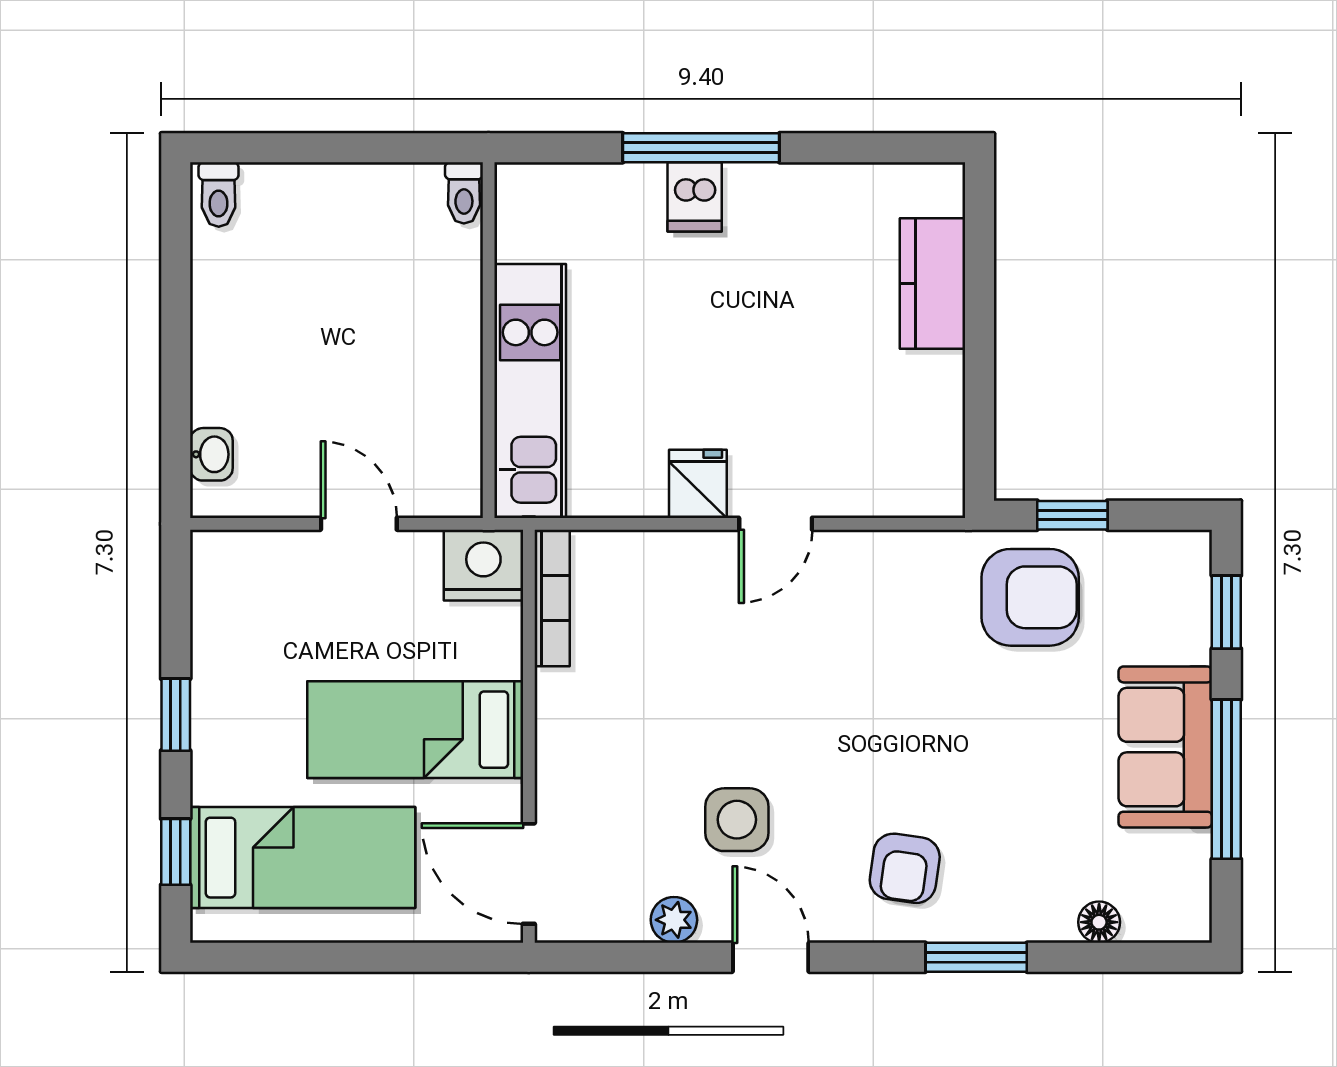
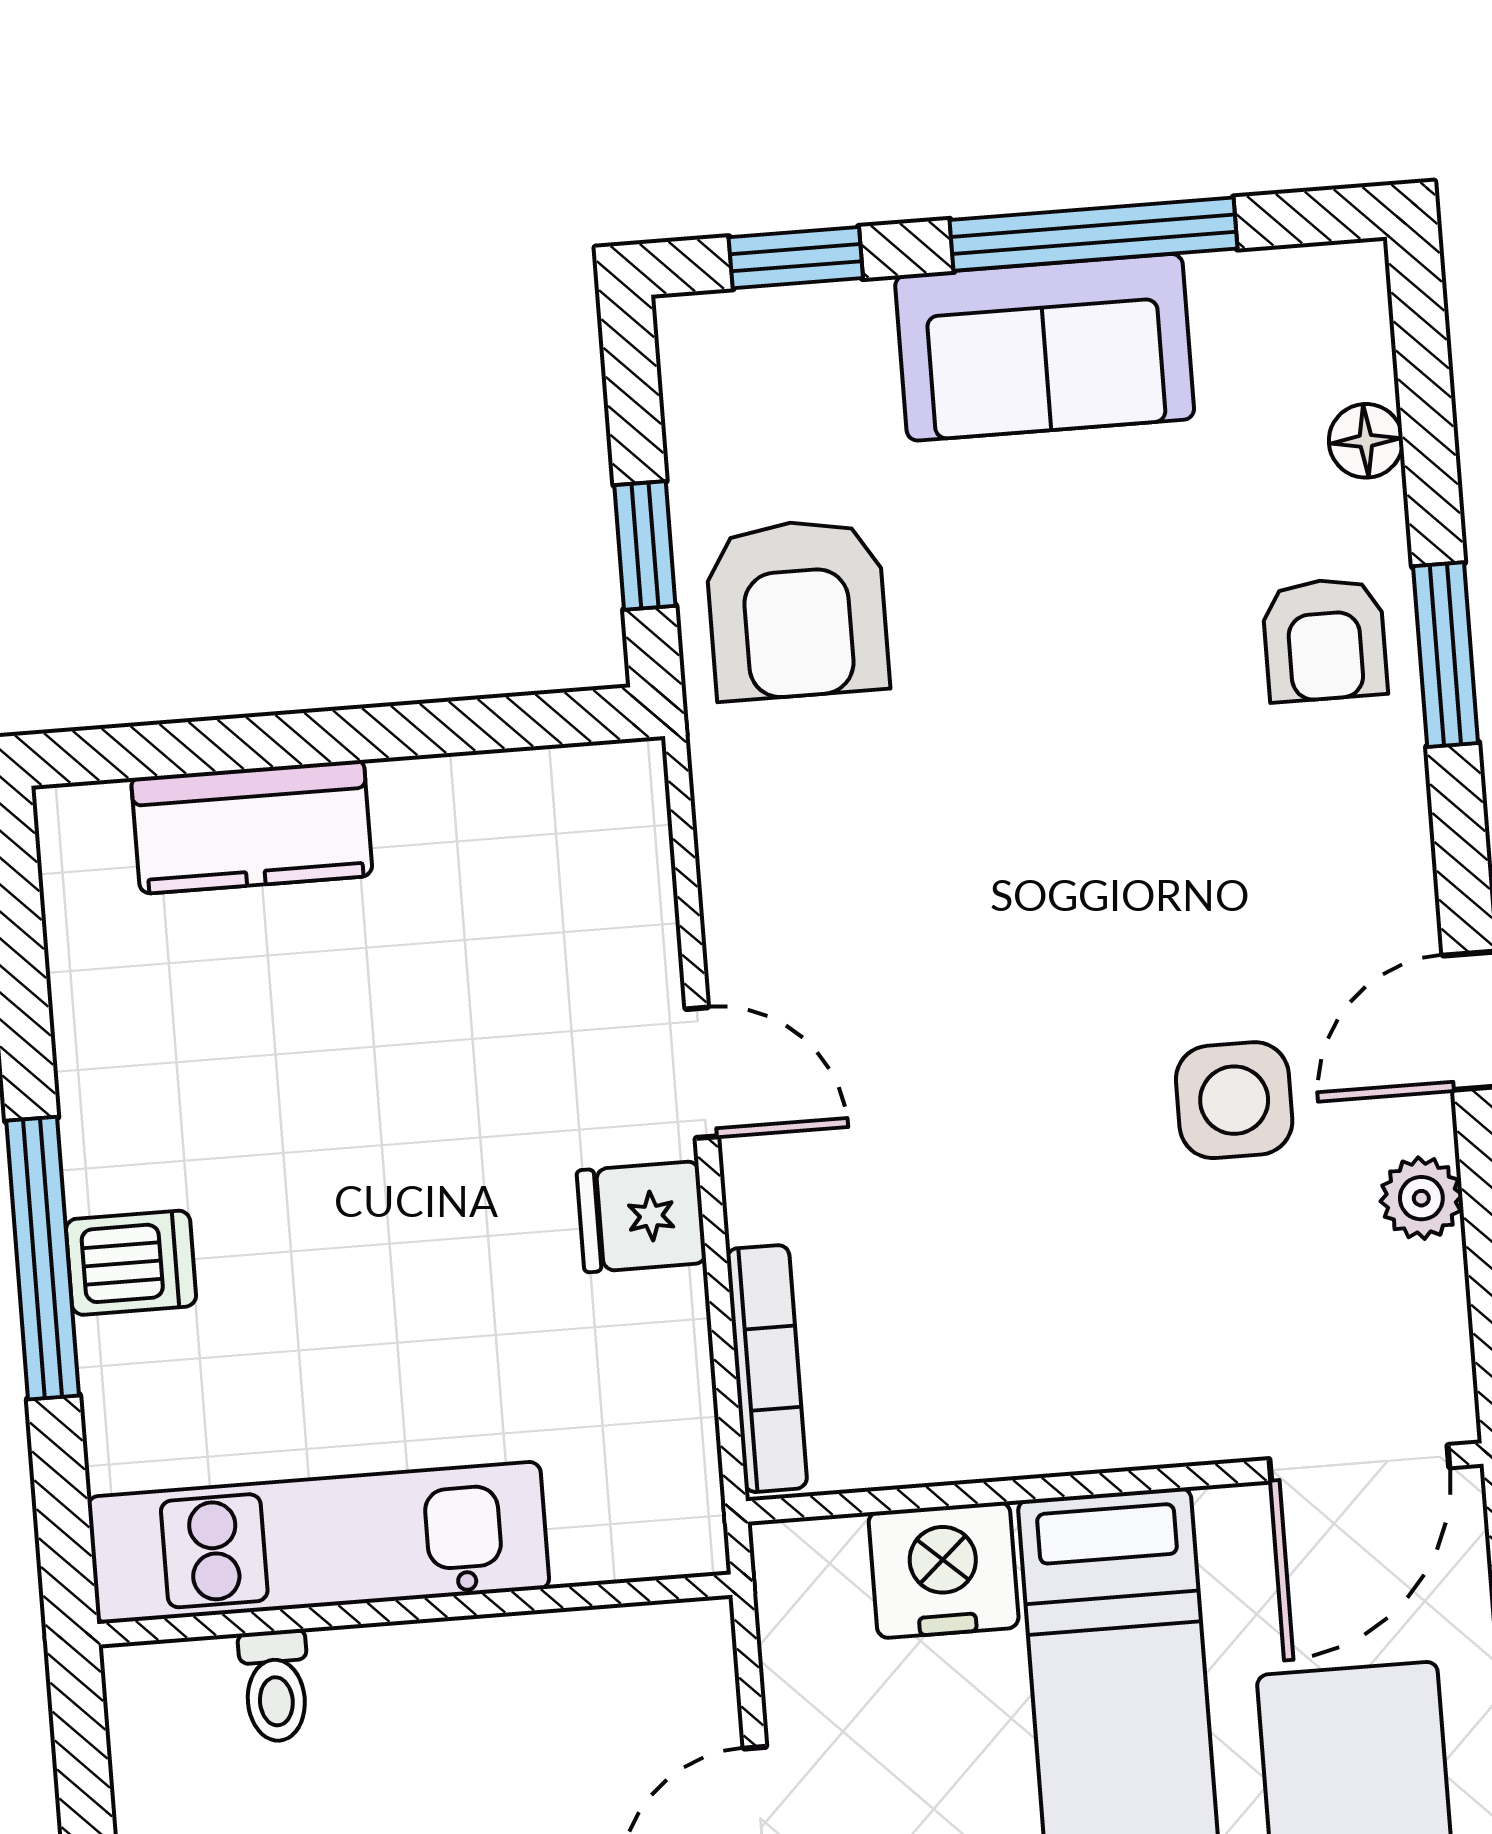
toilet: (464, 193) -> (275, 1686), moved, turned 90
kitchen unit: (530, 391) -> (318, 1543), moved
nightstand: (483, 565) -> (944, 1570), moved, turned 90
armchair: (1030, 597) -> (797, 609), turned 180
bookcase: (552, 598) -> (767, 1369), moved, turned 90
armchair: (905, 868) -> (1325, 640), moved, turned 82

